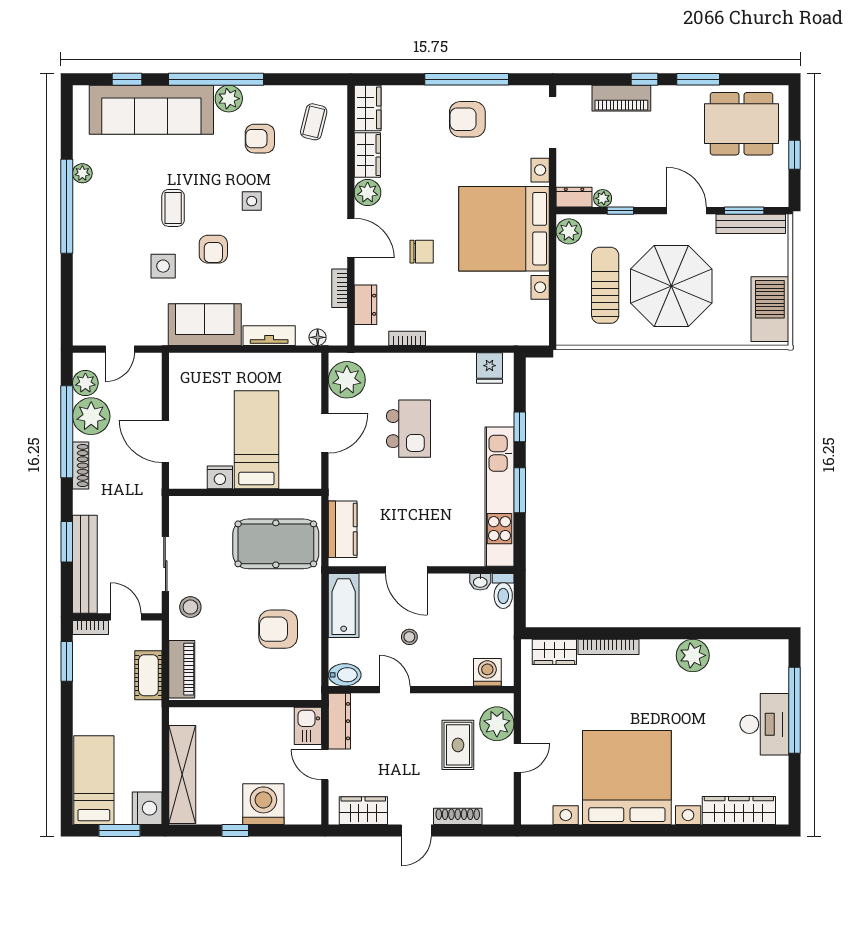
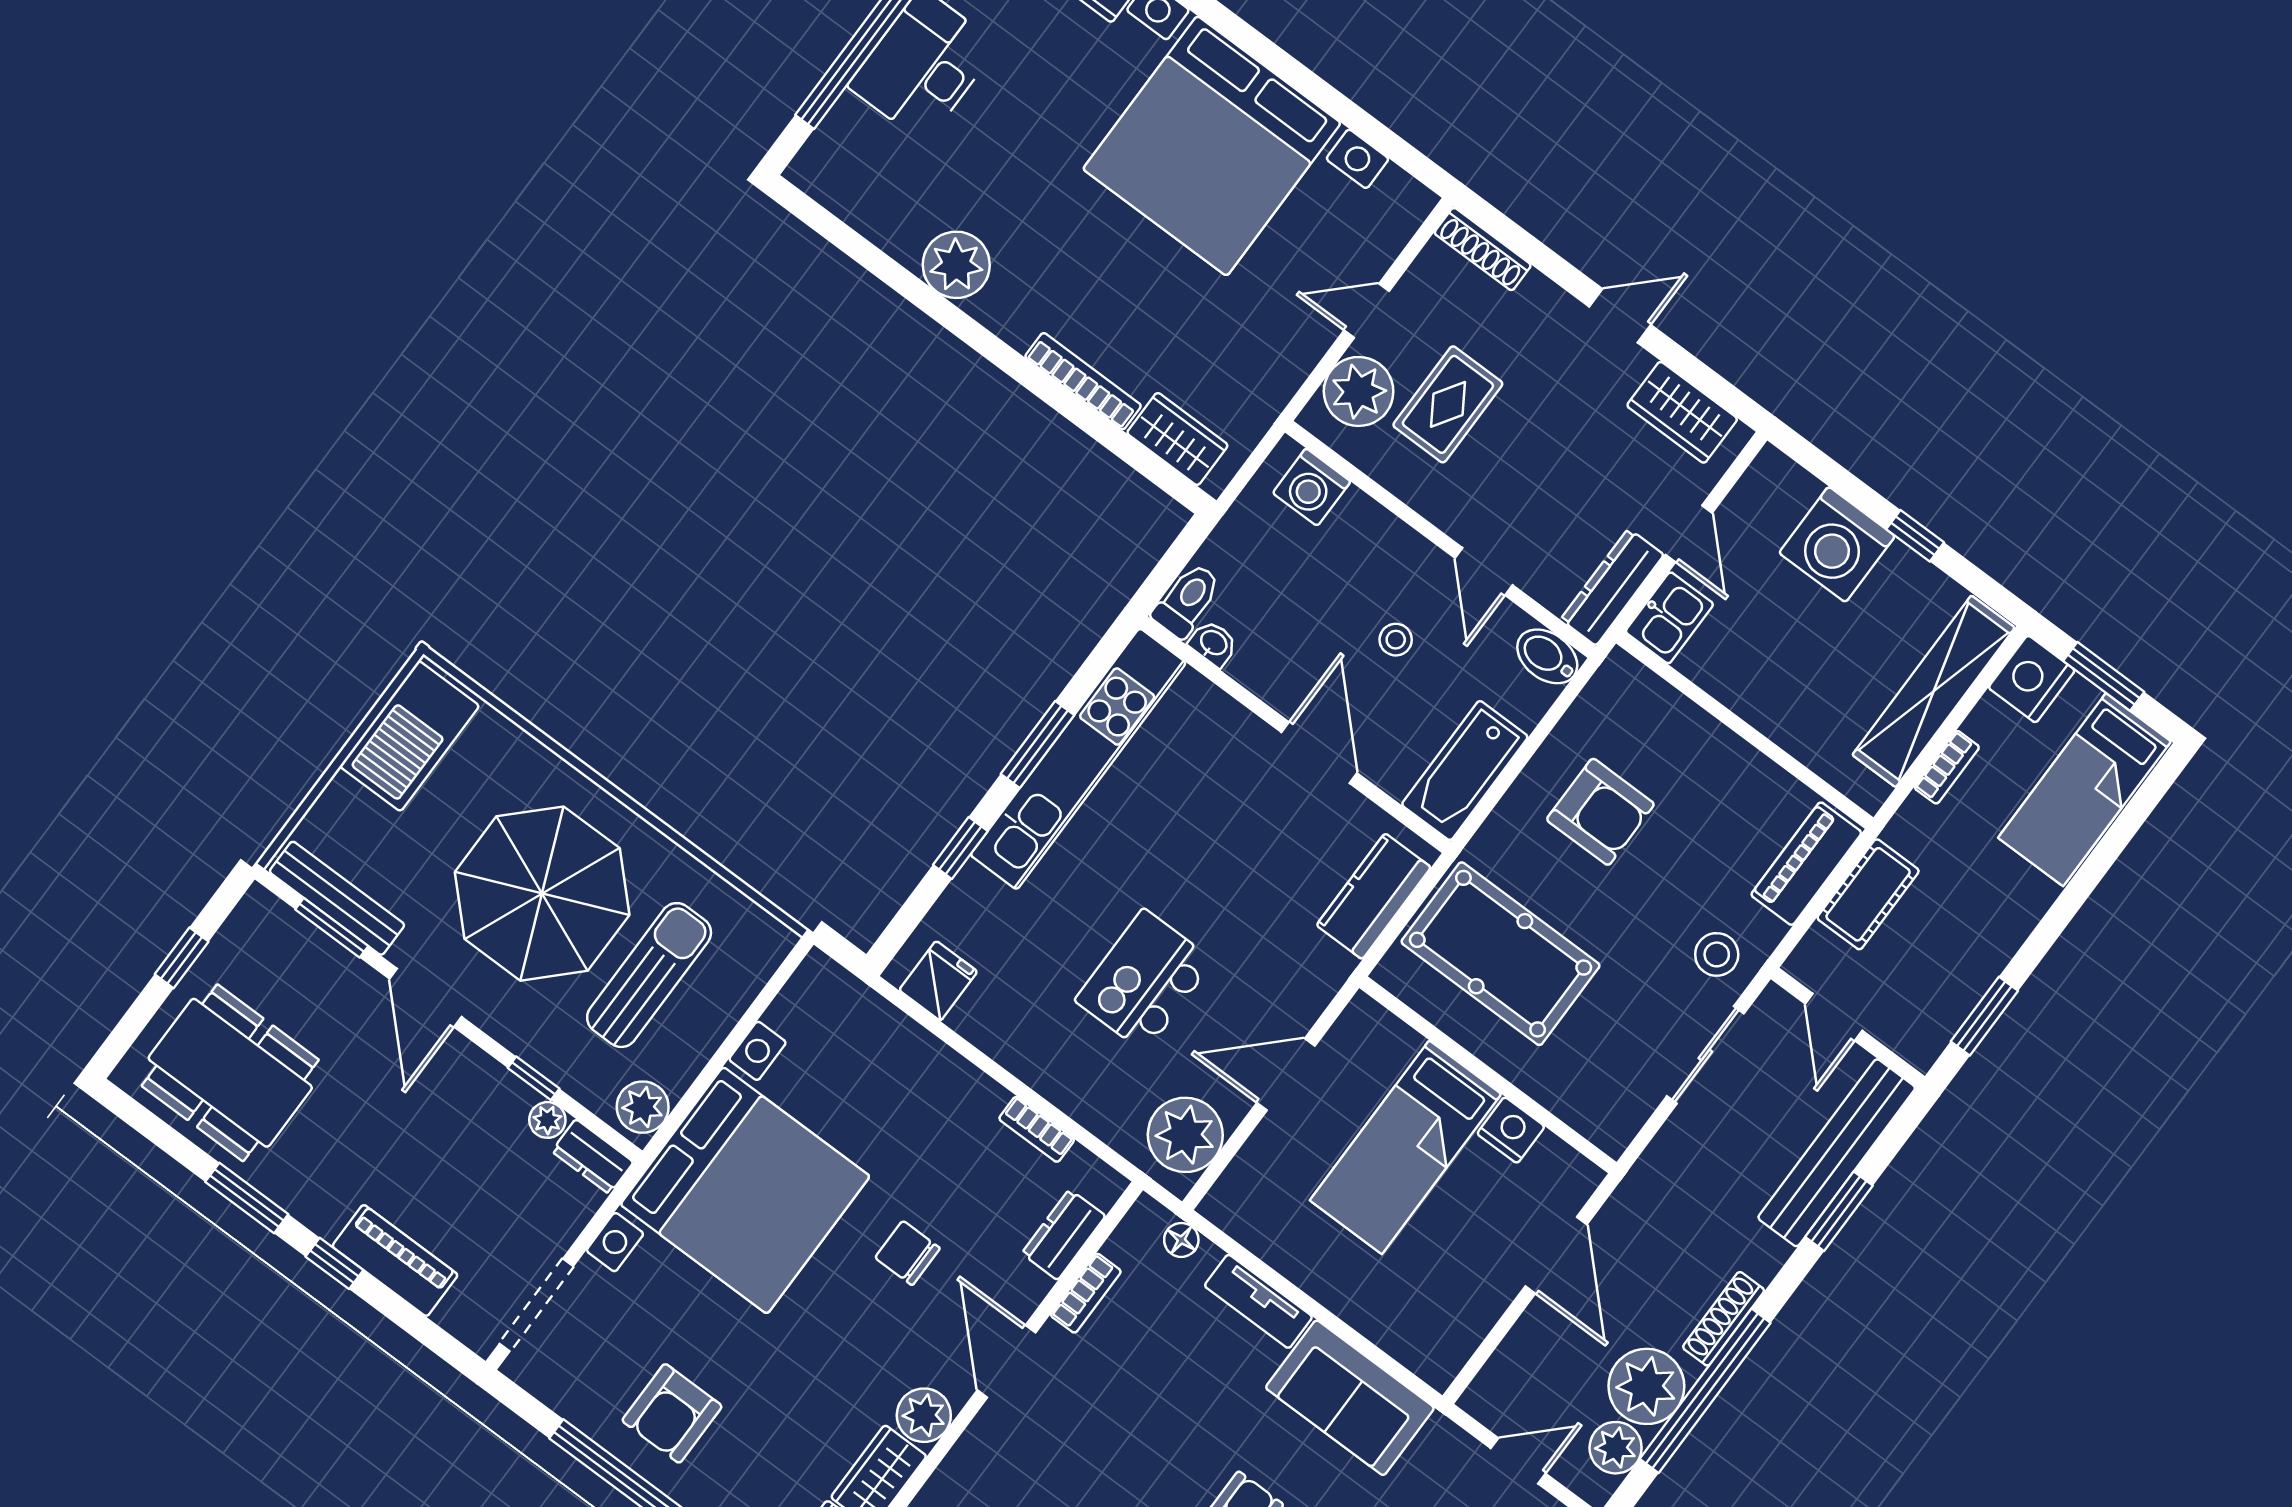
armchair: (467, 119) -> (672, 1413), turned 90
sun lounger: (605, 285) -> (649, 975), turned 180
bookcase: (90, 627) -> (1947, 767), moved, turned 90
shoe rack: (458, 816) -> (1483, 249), moved

